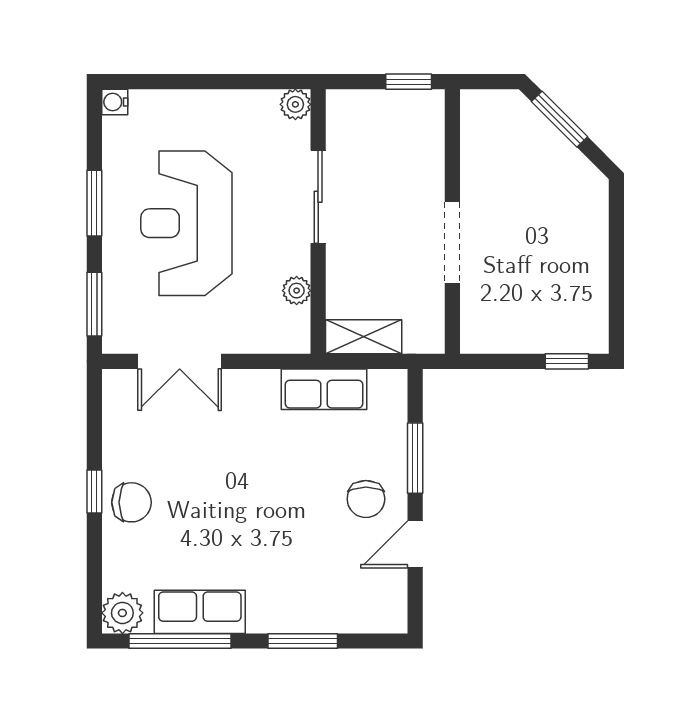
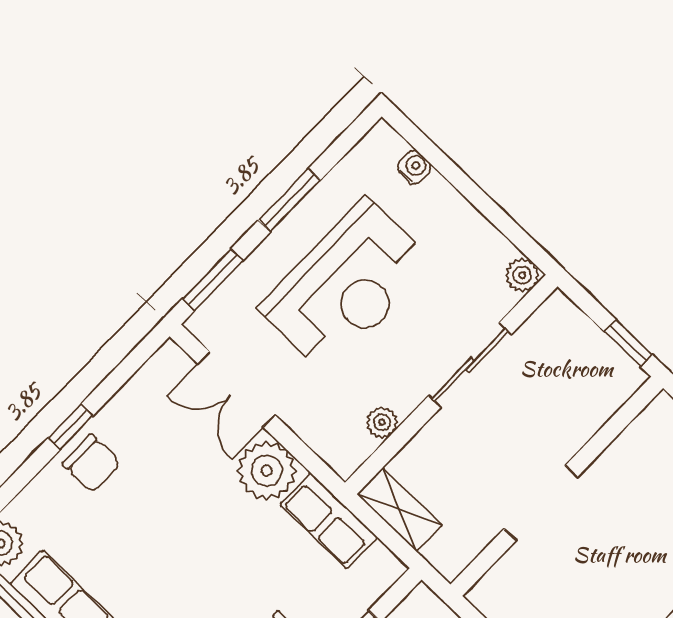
water cooler: (115, 102) -> (414, 167), moved, turned 90
reception desk: (186, 223) -> (346, 286), turned 180
plant: (251, 396) -> (267, 471), added

